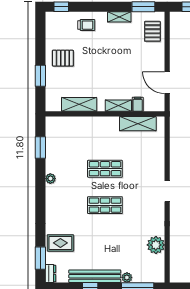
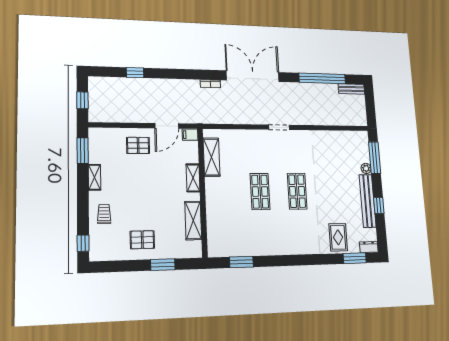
pallet: (152, 31) -> (138, 145), moved
pallet: (63, 58) -> (142, 240), turned 90
filing cabinet: (138, 104) -> (190, 135), moved
plant: (50, 179) -> (274, 250), removed
plant: (156, 245) -> (333, 139), removed

